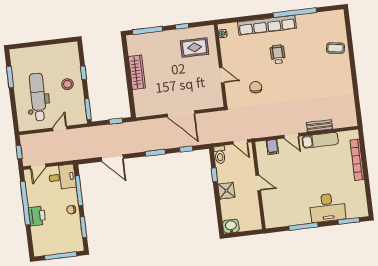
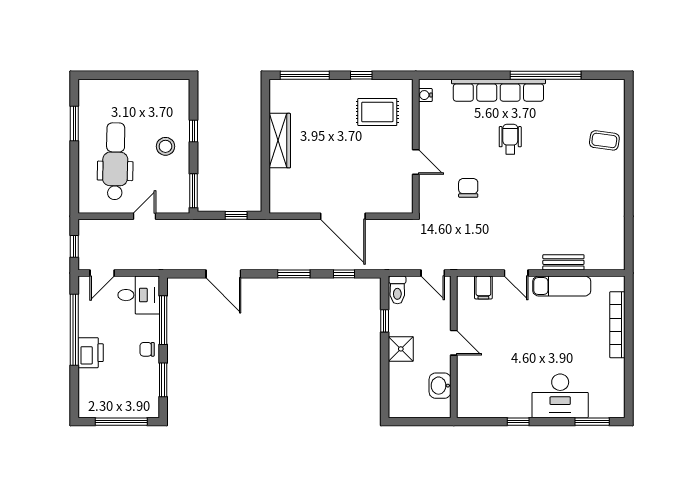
washbasin: (231, 226) -> (440, 386), moved, turned -90
window: (303, 226) -> (518, 422), width x0.46

